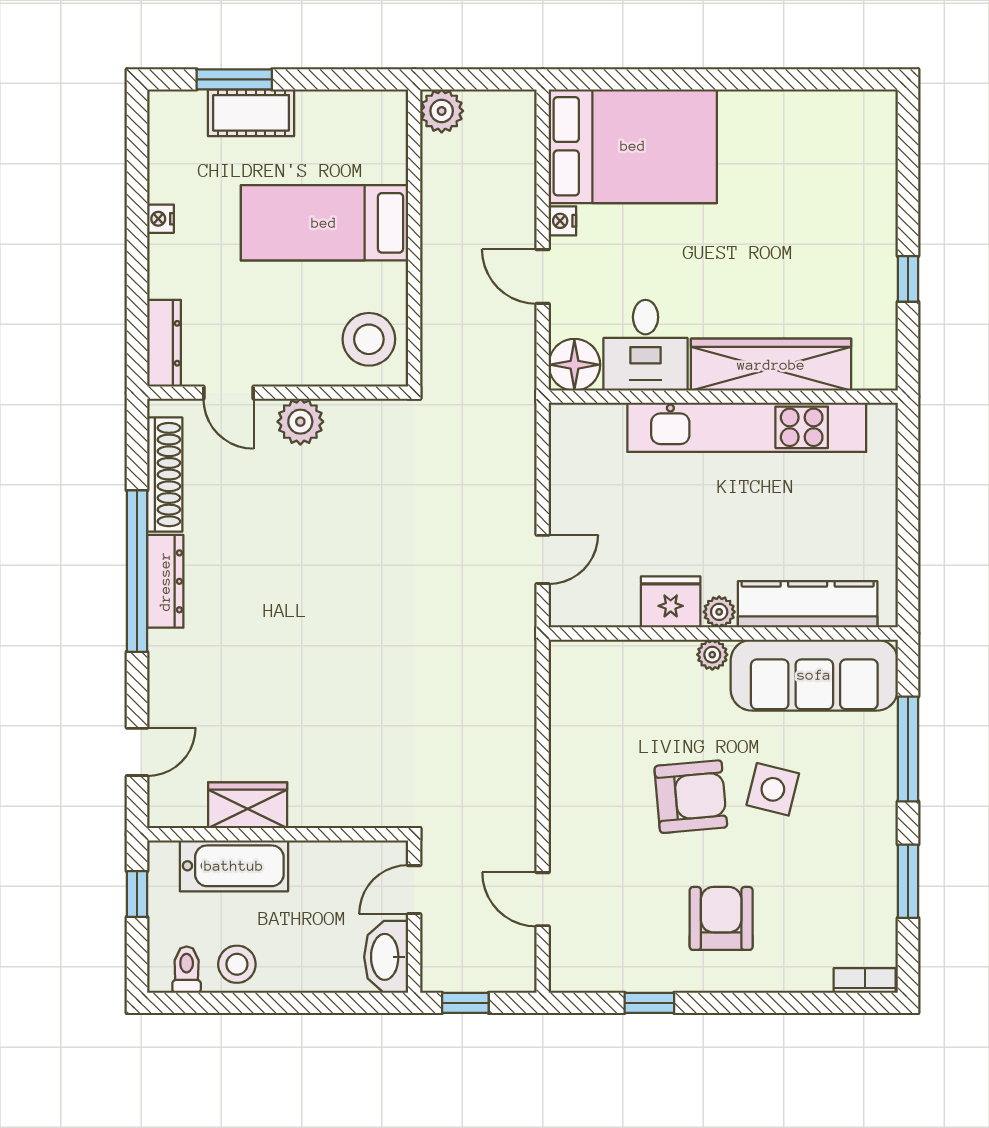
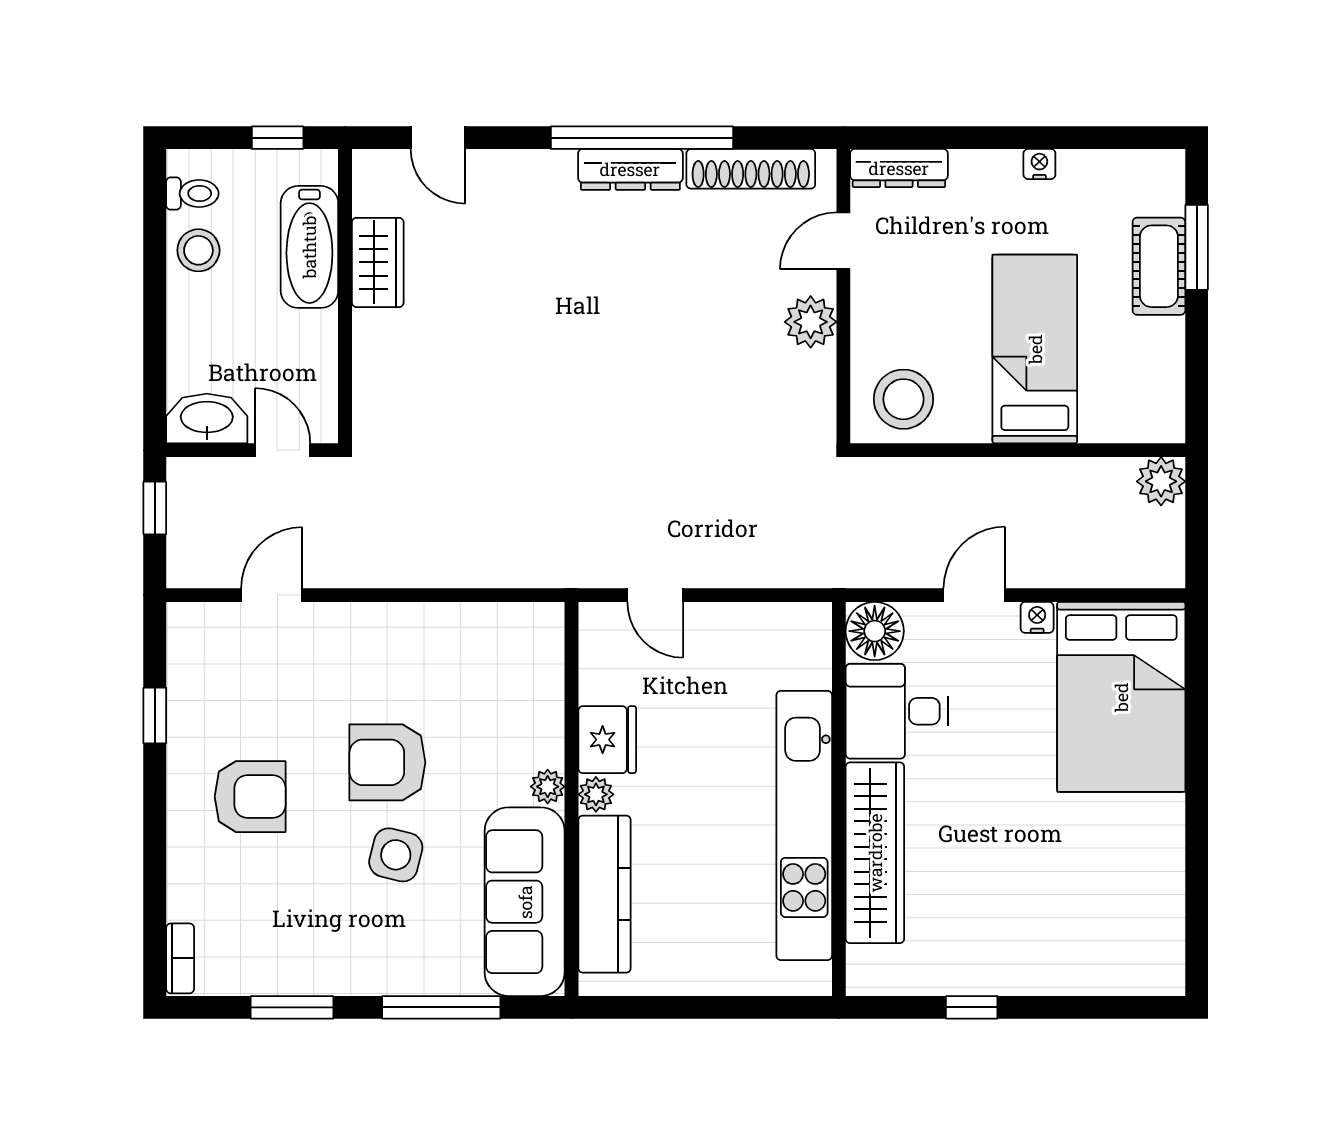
armchair: (691, 797) -> (387, 762), turned 95

